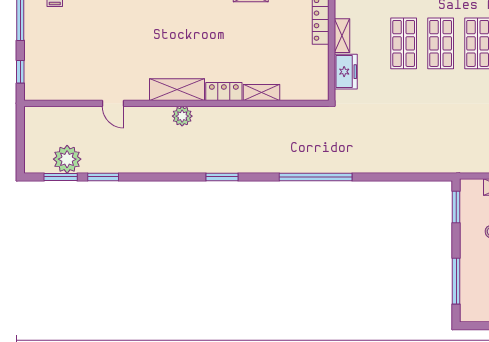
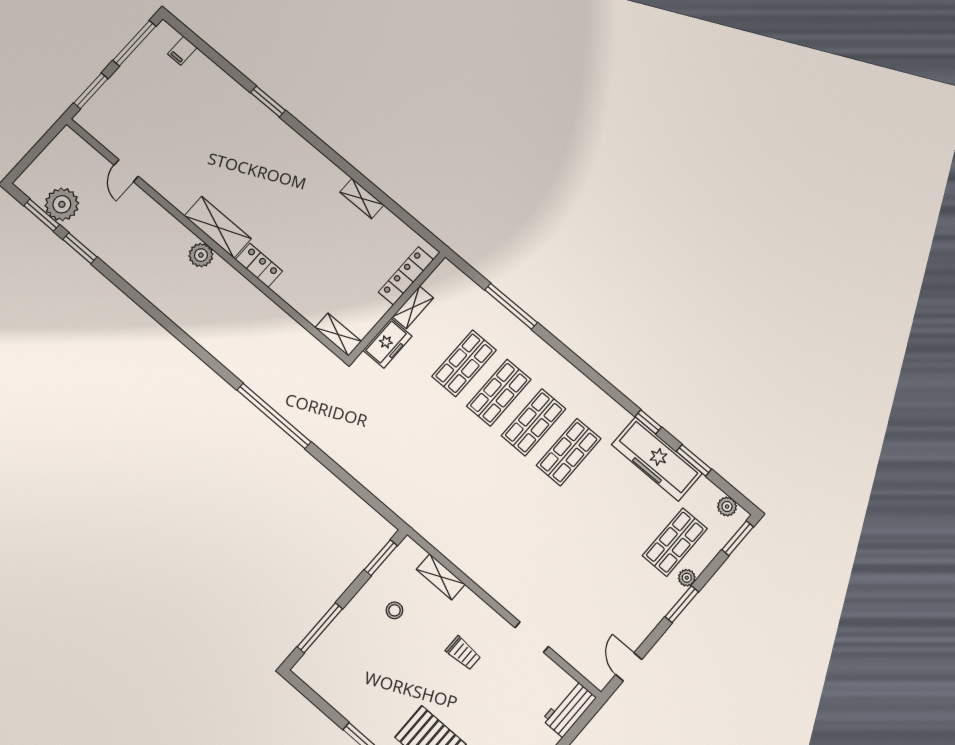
window: (20, 72) -> (91, 91), width x1.50
shelving: (261, 92) -> (338, 335), moved
door: (113, 103) -> (126, 171), moved
window: (222, 177) -> (188, 341), removed

